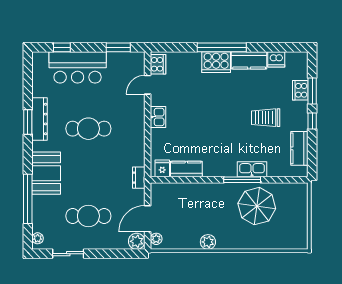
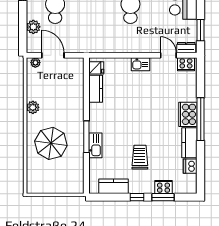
dresser: (139, 178) -> (186, 48), moved
parasol: (257, 206) -> (51, 143), moved
plant: (137, 241) -> (33, 27), moved

